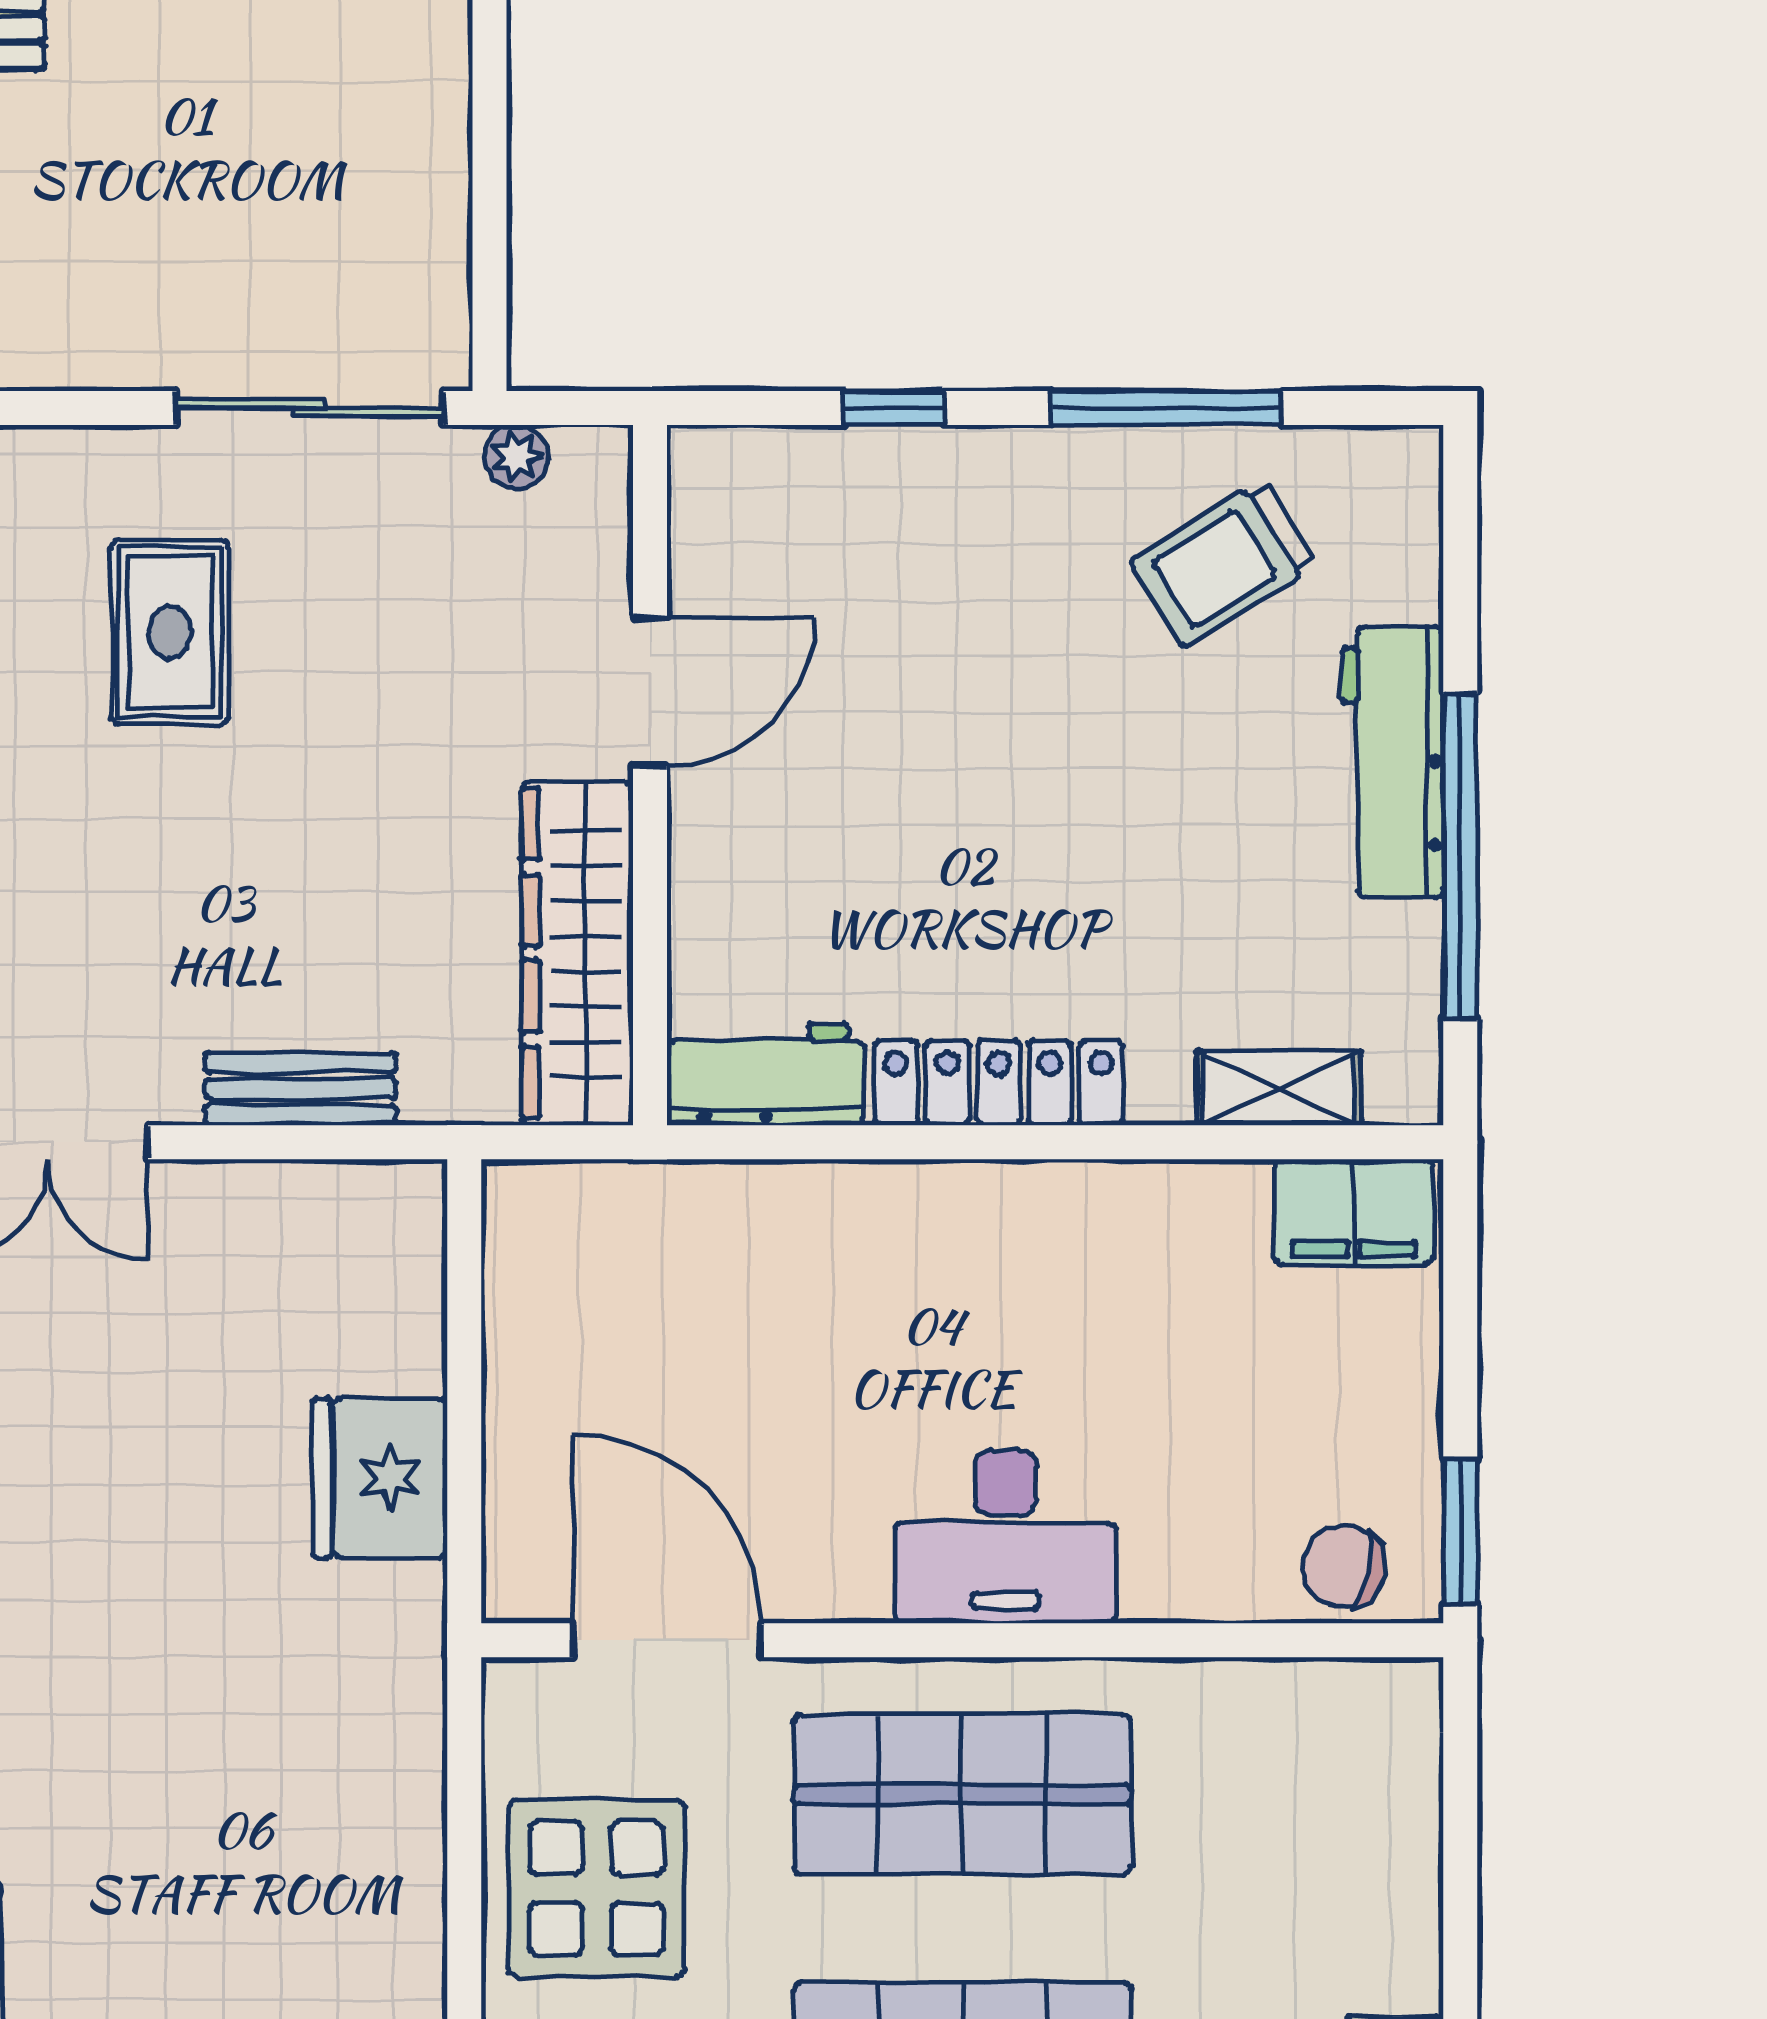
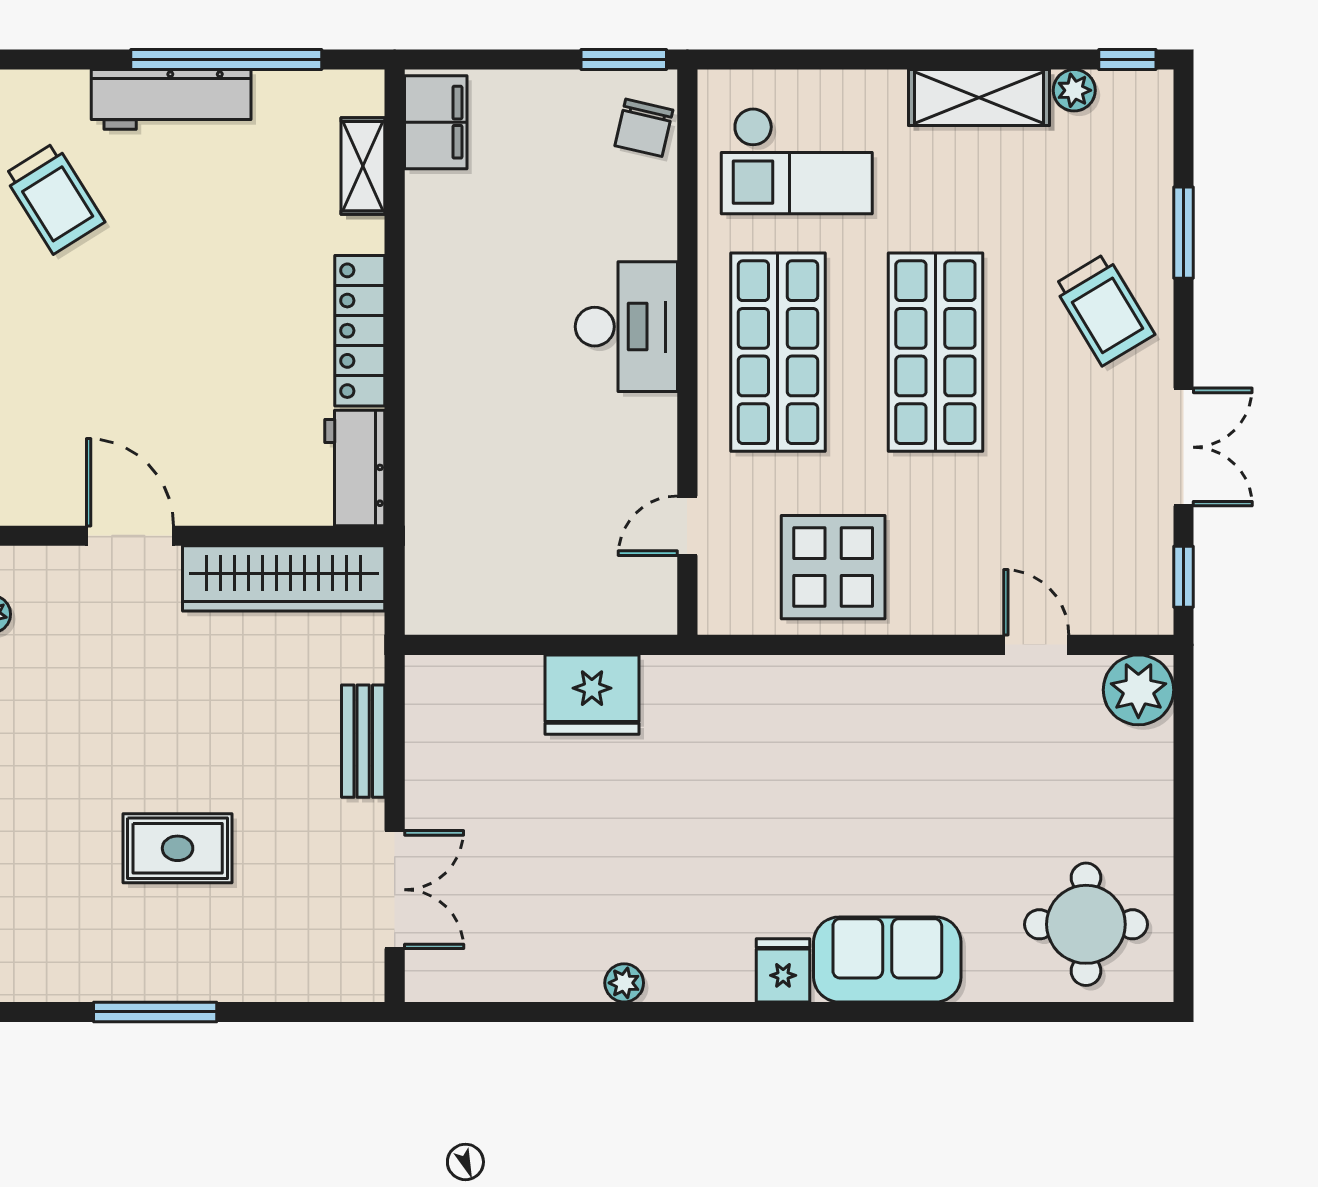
rug: (170, 632) -> (178, 848), moved
door: (667, 1640) -> (687, 526), width x0.53
checkout: (1288, 1826) -> (797, 161), added

